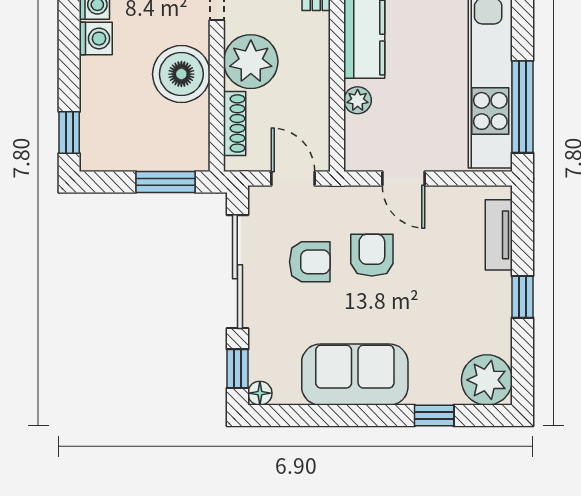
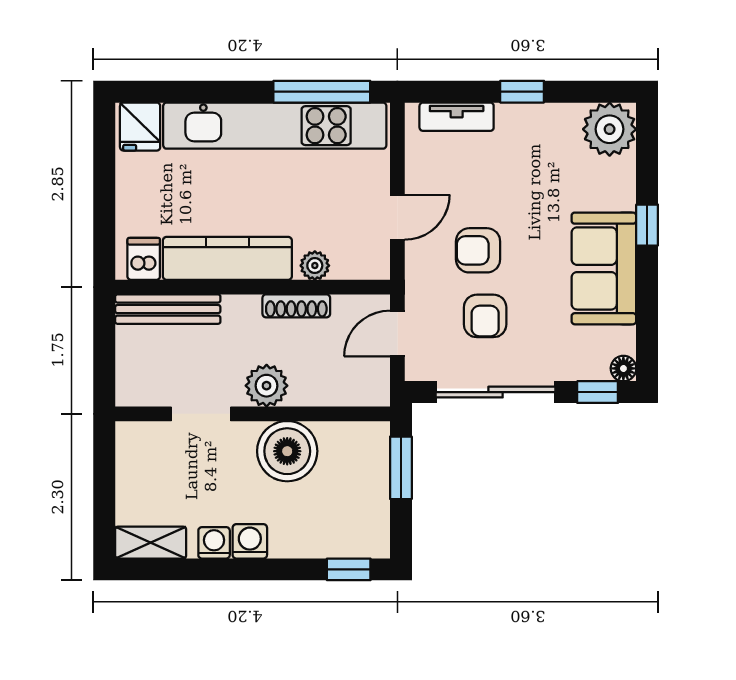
plant: (251, 62) -> (267, 386), width x0.73, depth x0.73
shoe rack: (235, 123) -> (296, 306), moved, turned 180
armchair: (310, 262) -> (485, 316), turned 180
window: (434, 416) -> (647, 225), moved

